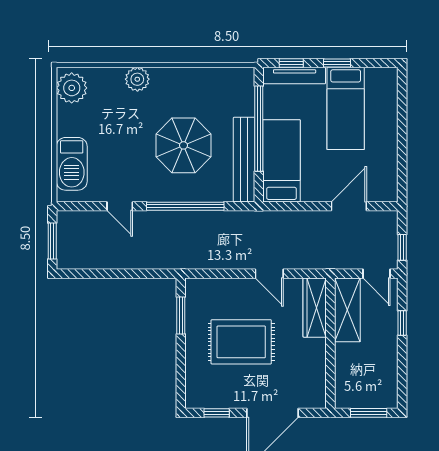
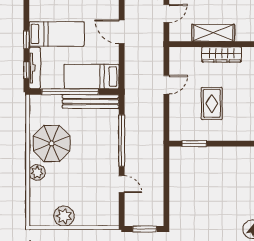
plant: (72, 88) -> (64, 216), moved
parasol: (183, 145) -> (52, 143), moved
barbecue: (72, 164) -> (93, 216), removed
door: (120, 206) -> (122, 184), hinge flipped
wardrobe: (315, 308) -> (222, 55), moved
shelving: (347, 310) -> (213, 33), moved
rug: (241, 342) -> (212, 103), width x0.73, depth x0.70

